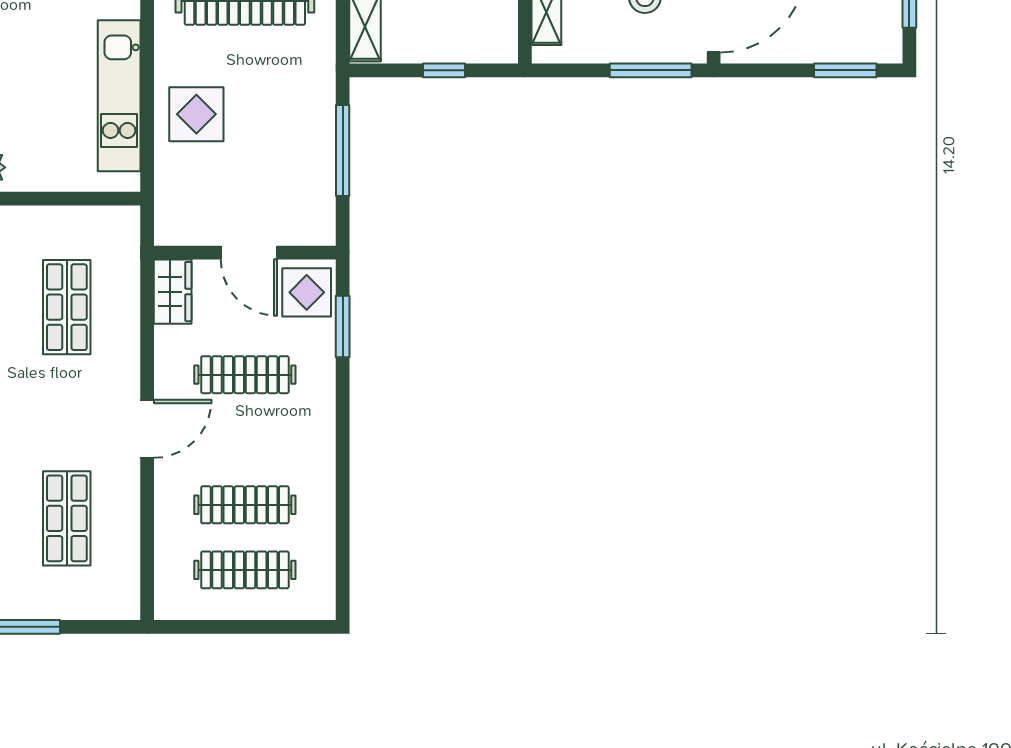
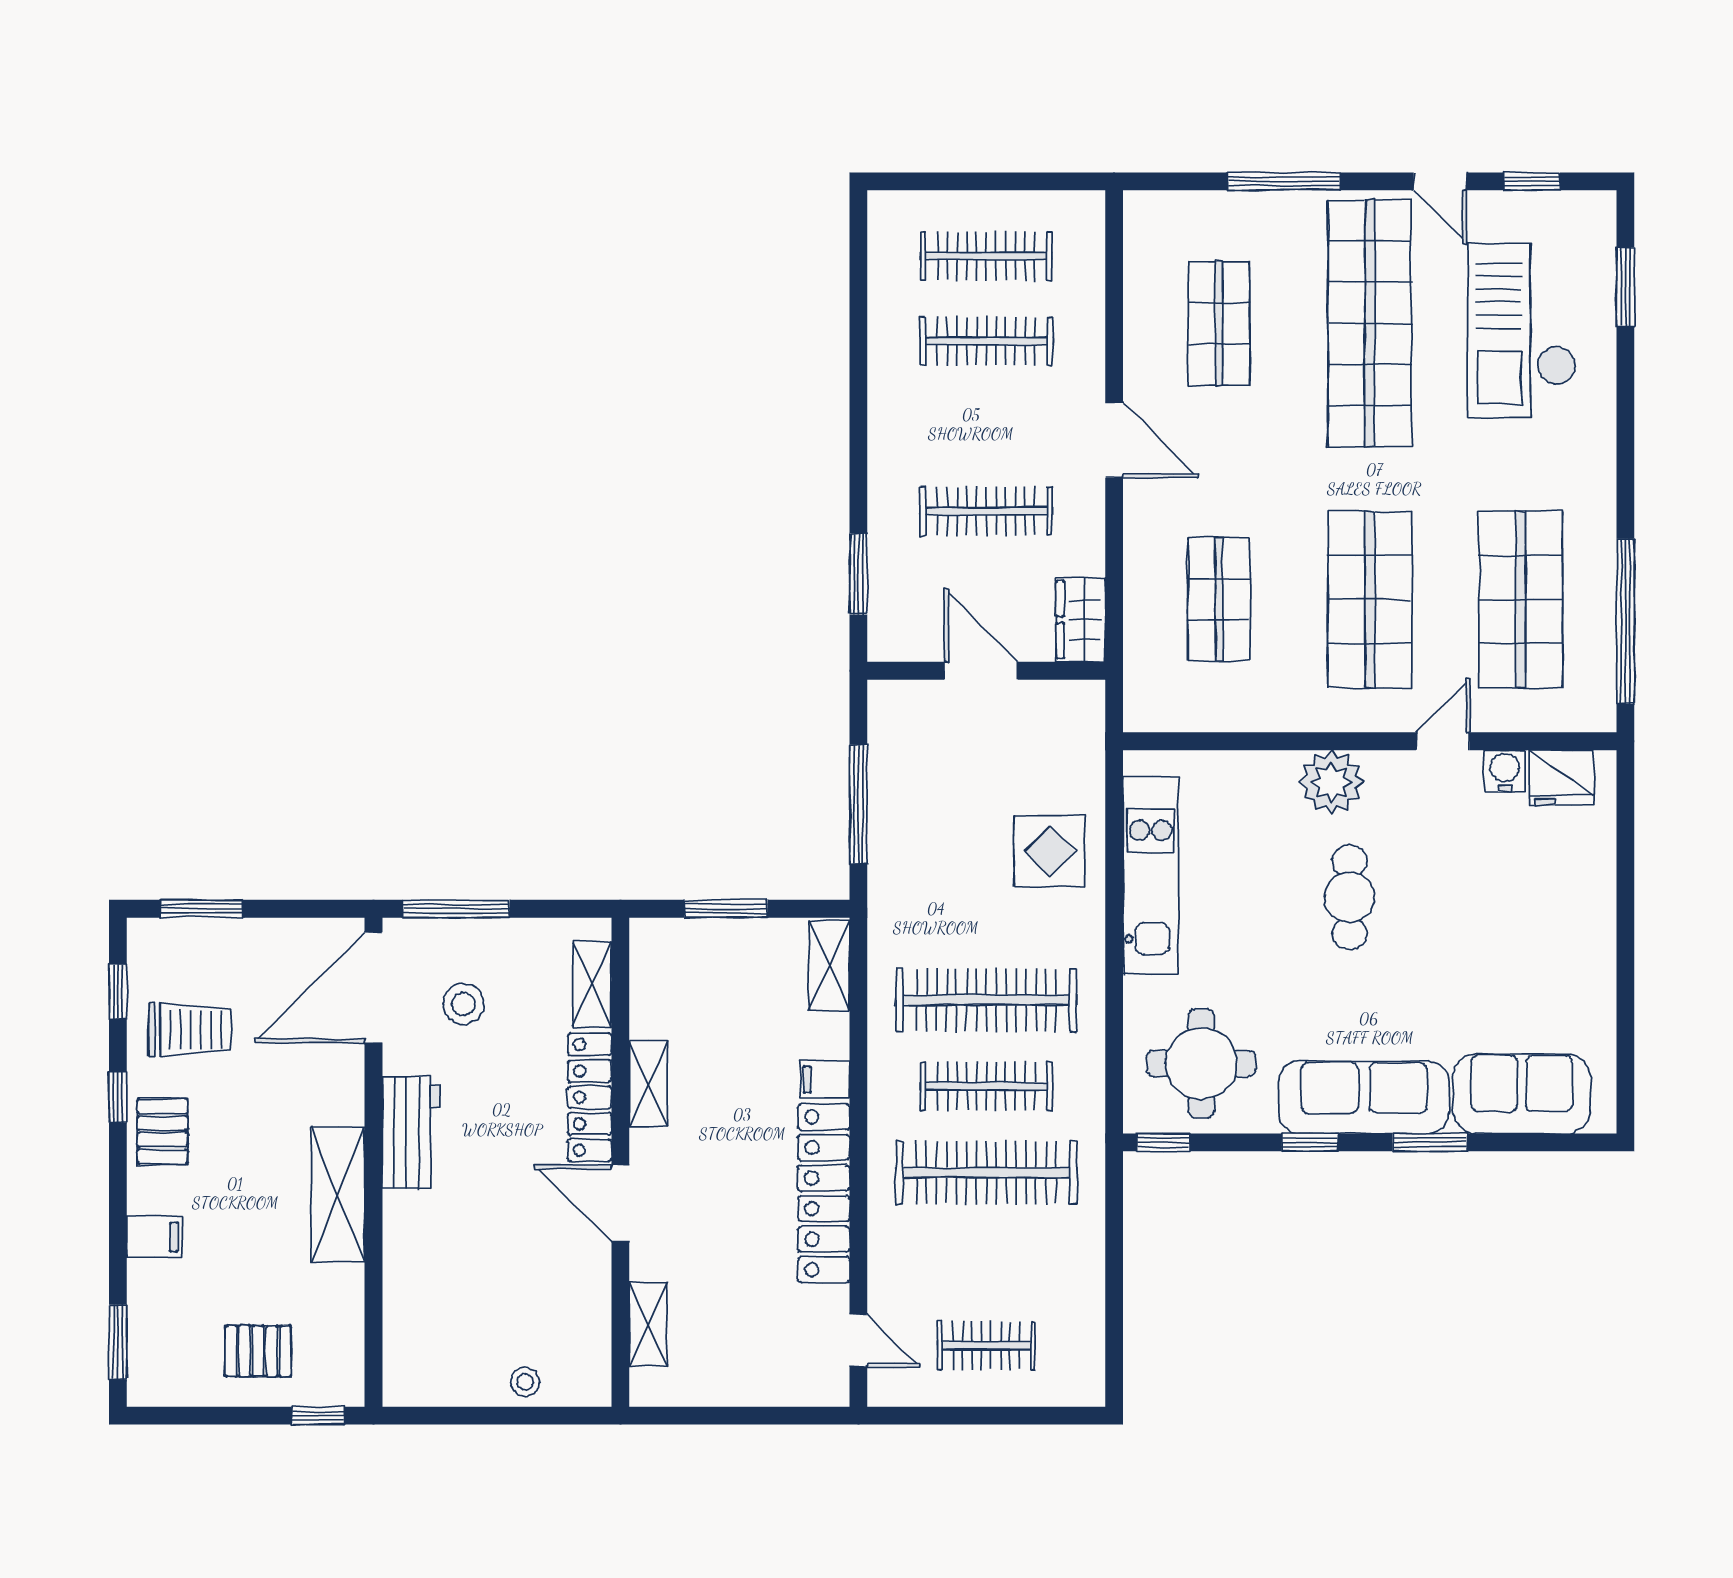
window: (444, 70) -> (726, 909), width x1.50
display table: (307, 292) -> (905, 619), removed
door: (147, 429) -> (1114, 440), swing flipped

